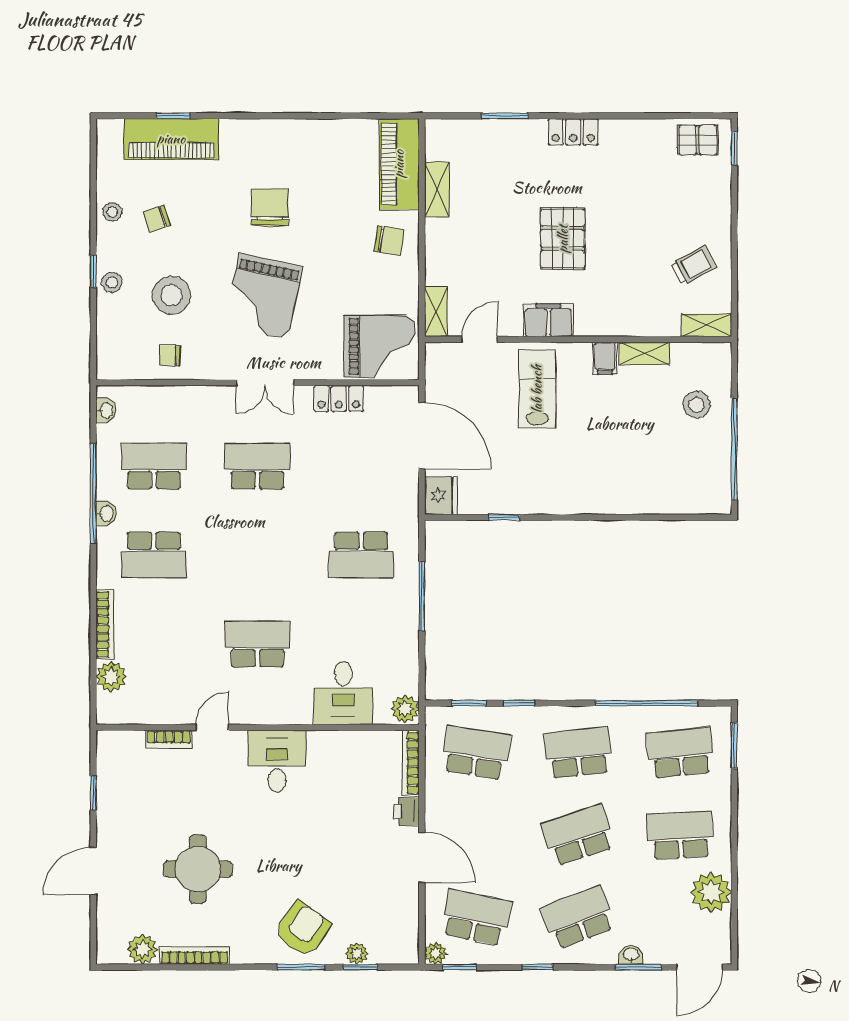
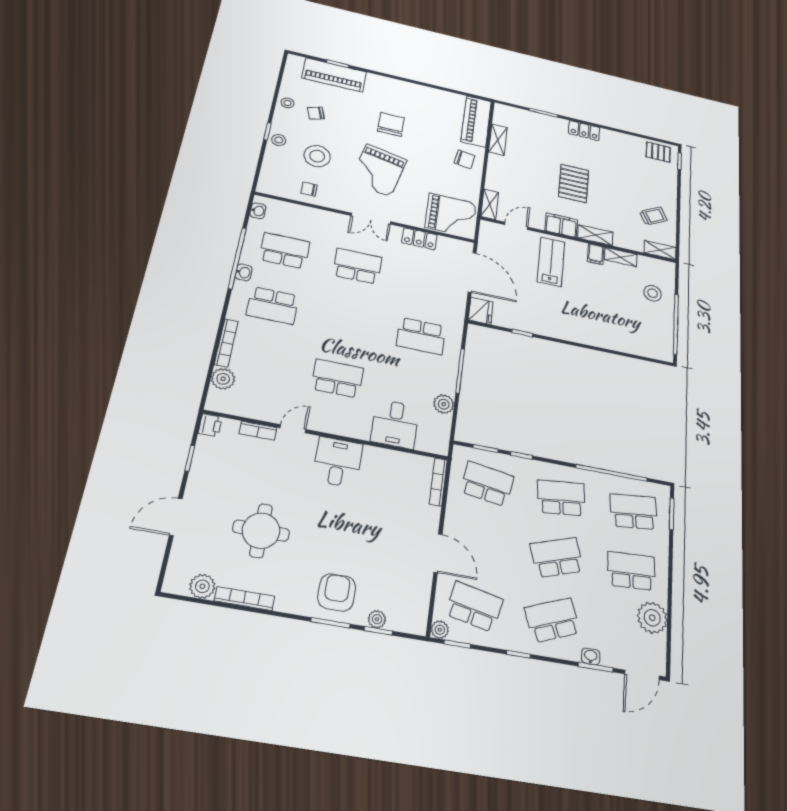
shelving: (602, 324) -> (595, 235), added
plant: (405, 709) -> (444, 404), moved
printer: (406, 811) -> (210, 425), moved, turned 180
armchair: (303, 929) -> (337, 592), turned -35

